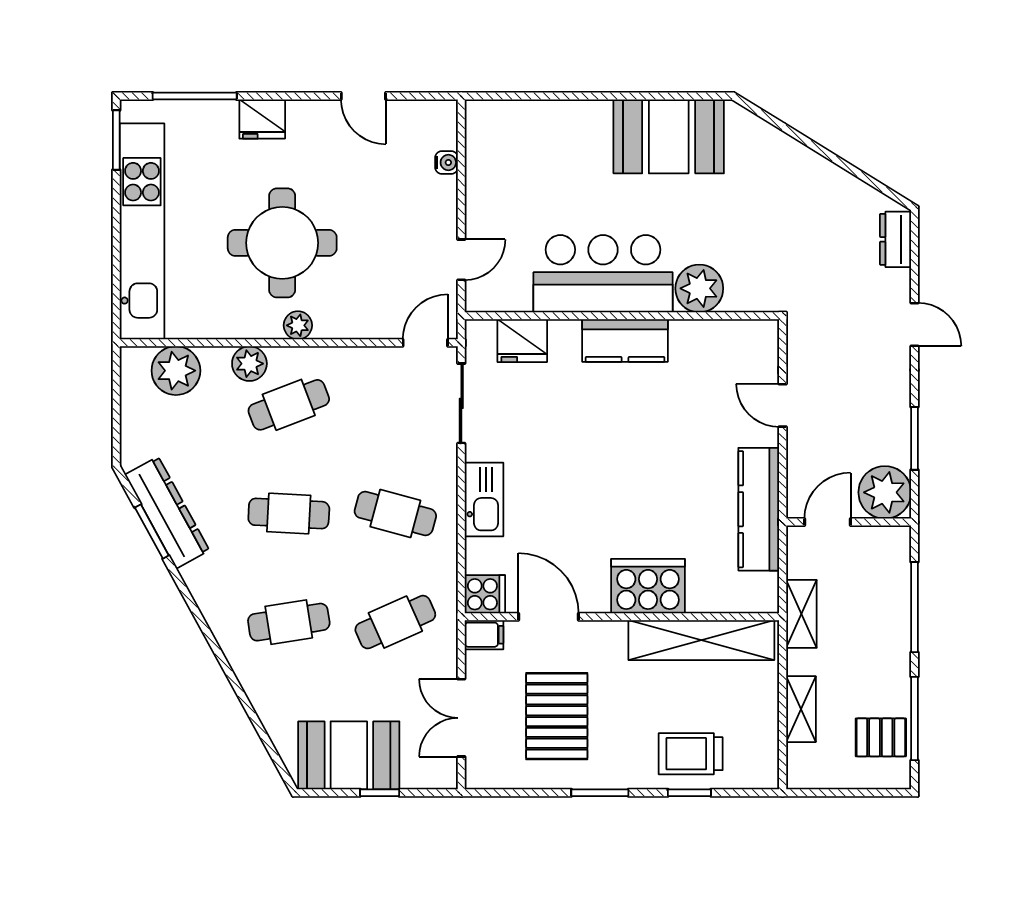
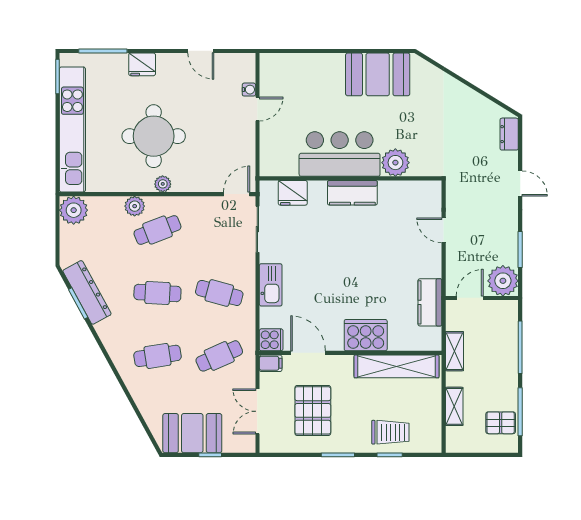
door: (461, 260) -> (257, 109), moved
plant: (176, 371) -> (74, 210), moved
kitchen counter: (759, 509) -> (430, 302), width x0.67
trolley: (691, 754) -> (390, 432), turned 180

